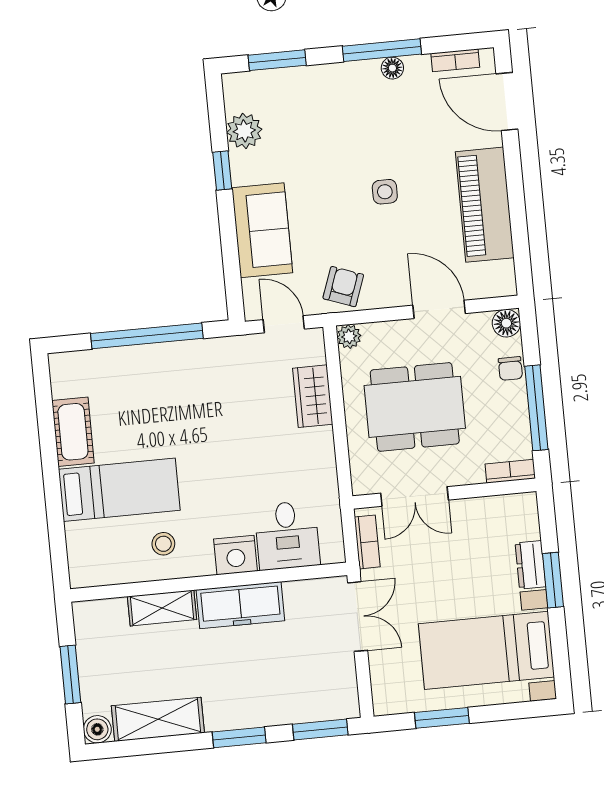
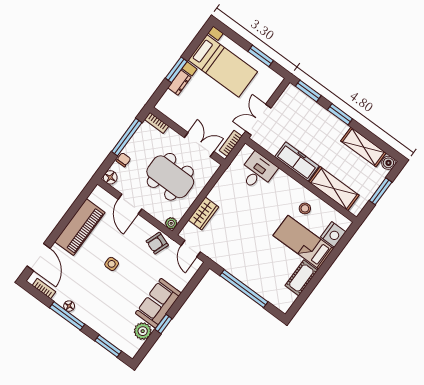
sofa: (262, 230) -> (158, 303), moved
nightstand: (236, 555) -> (333, 235), moved, turned 90
shelving: (162, 608) -> (334, 189), width x1.50, depth x1.33

